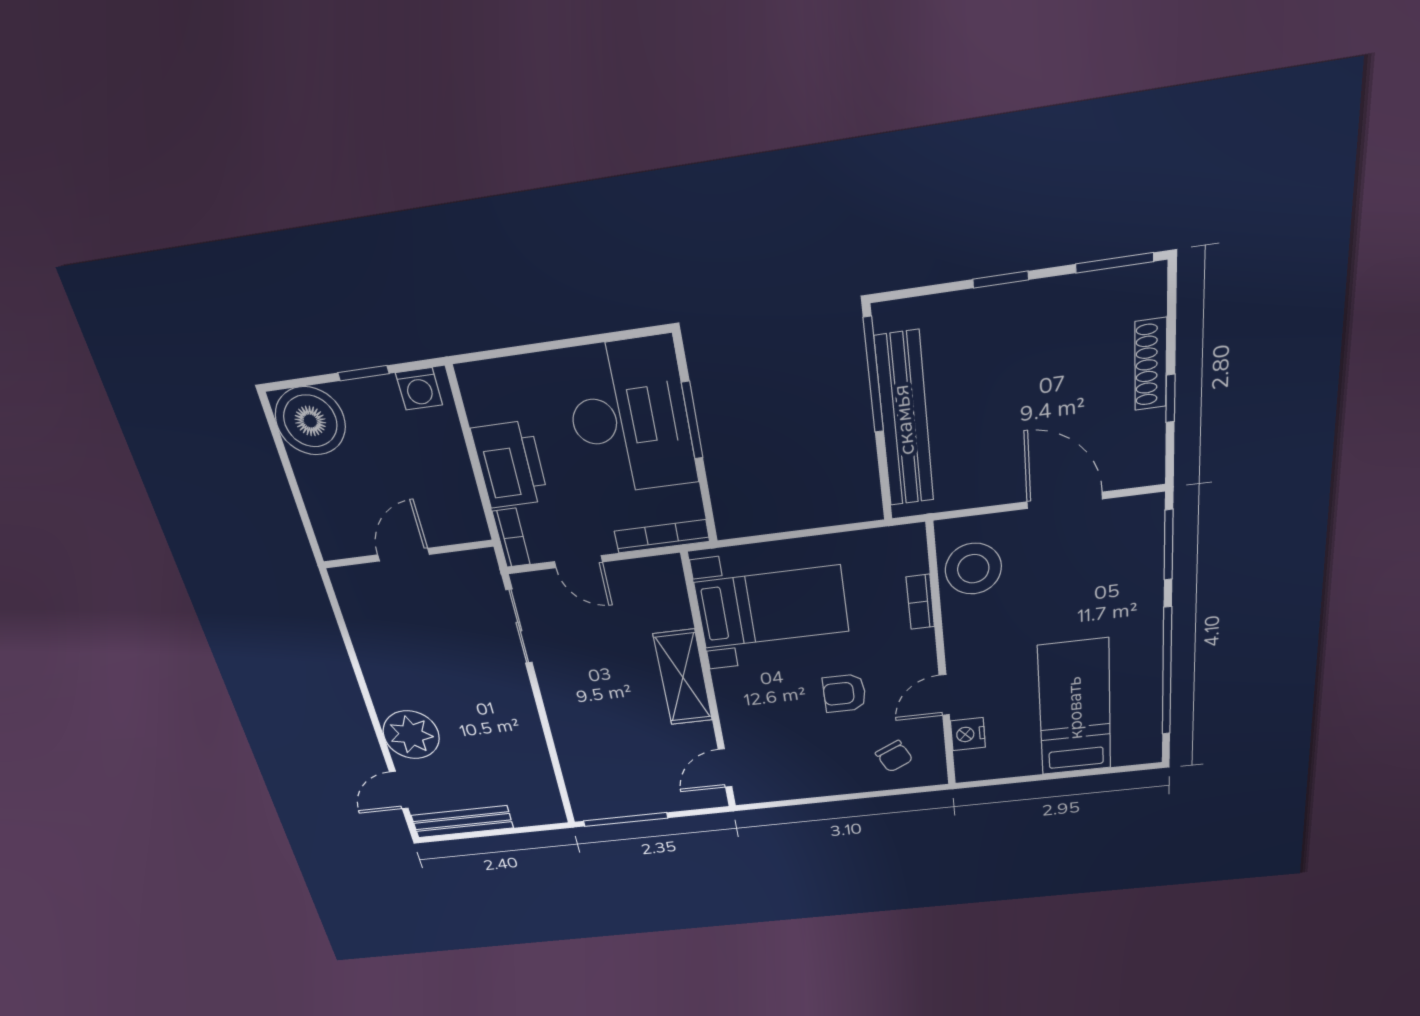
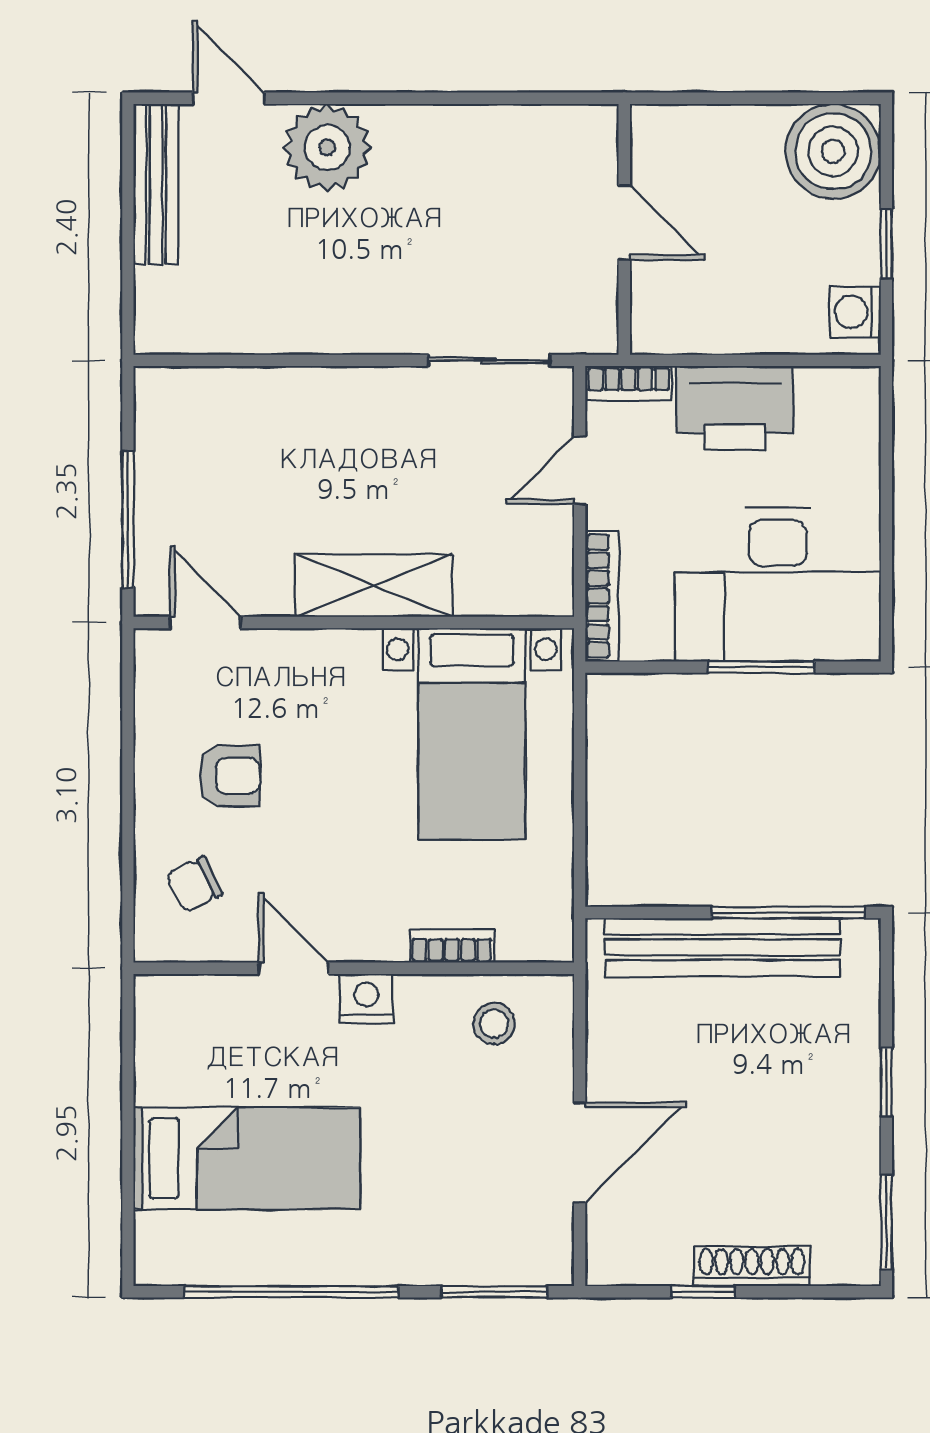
stool: (973, 569) -> (494, 1024), width x0.53, depth x0.53
armchair: (844, 693) -> (229, 776), moved, turned 90
nightstand: (968, 734) -> (366, 998), moved
window: (626, 819) -> (128, 519), moved

